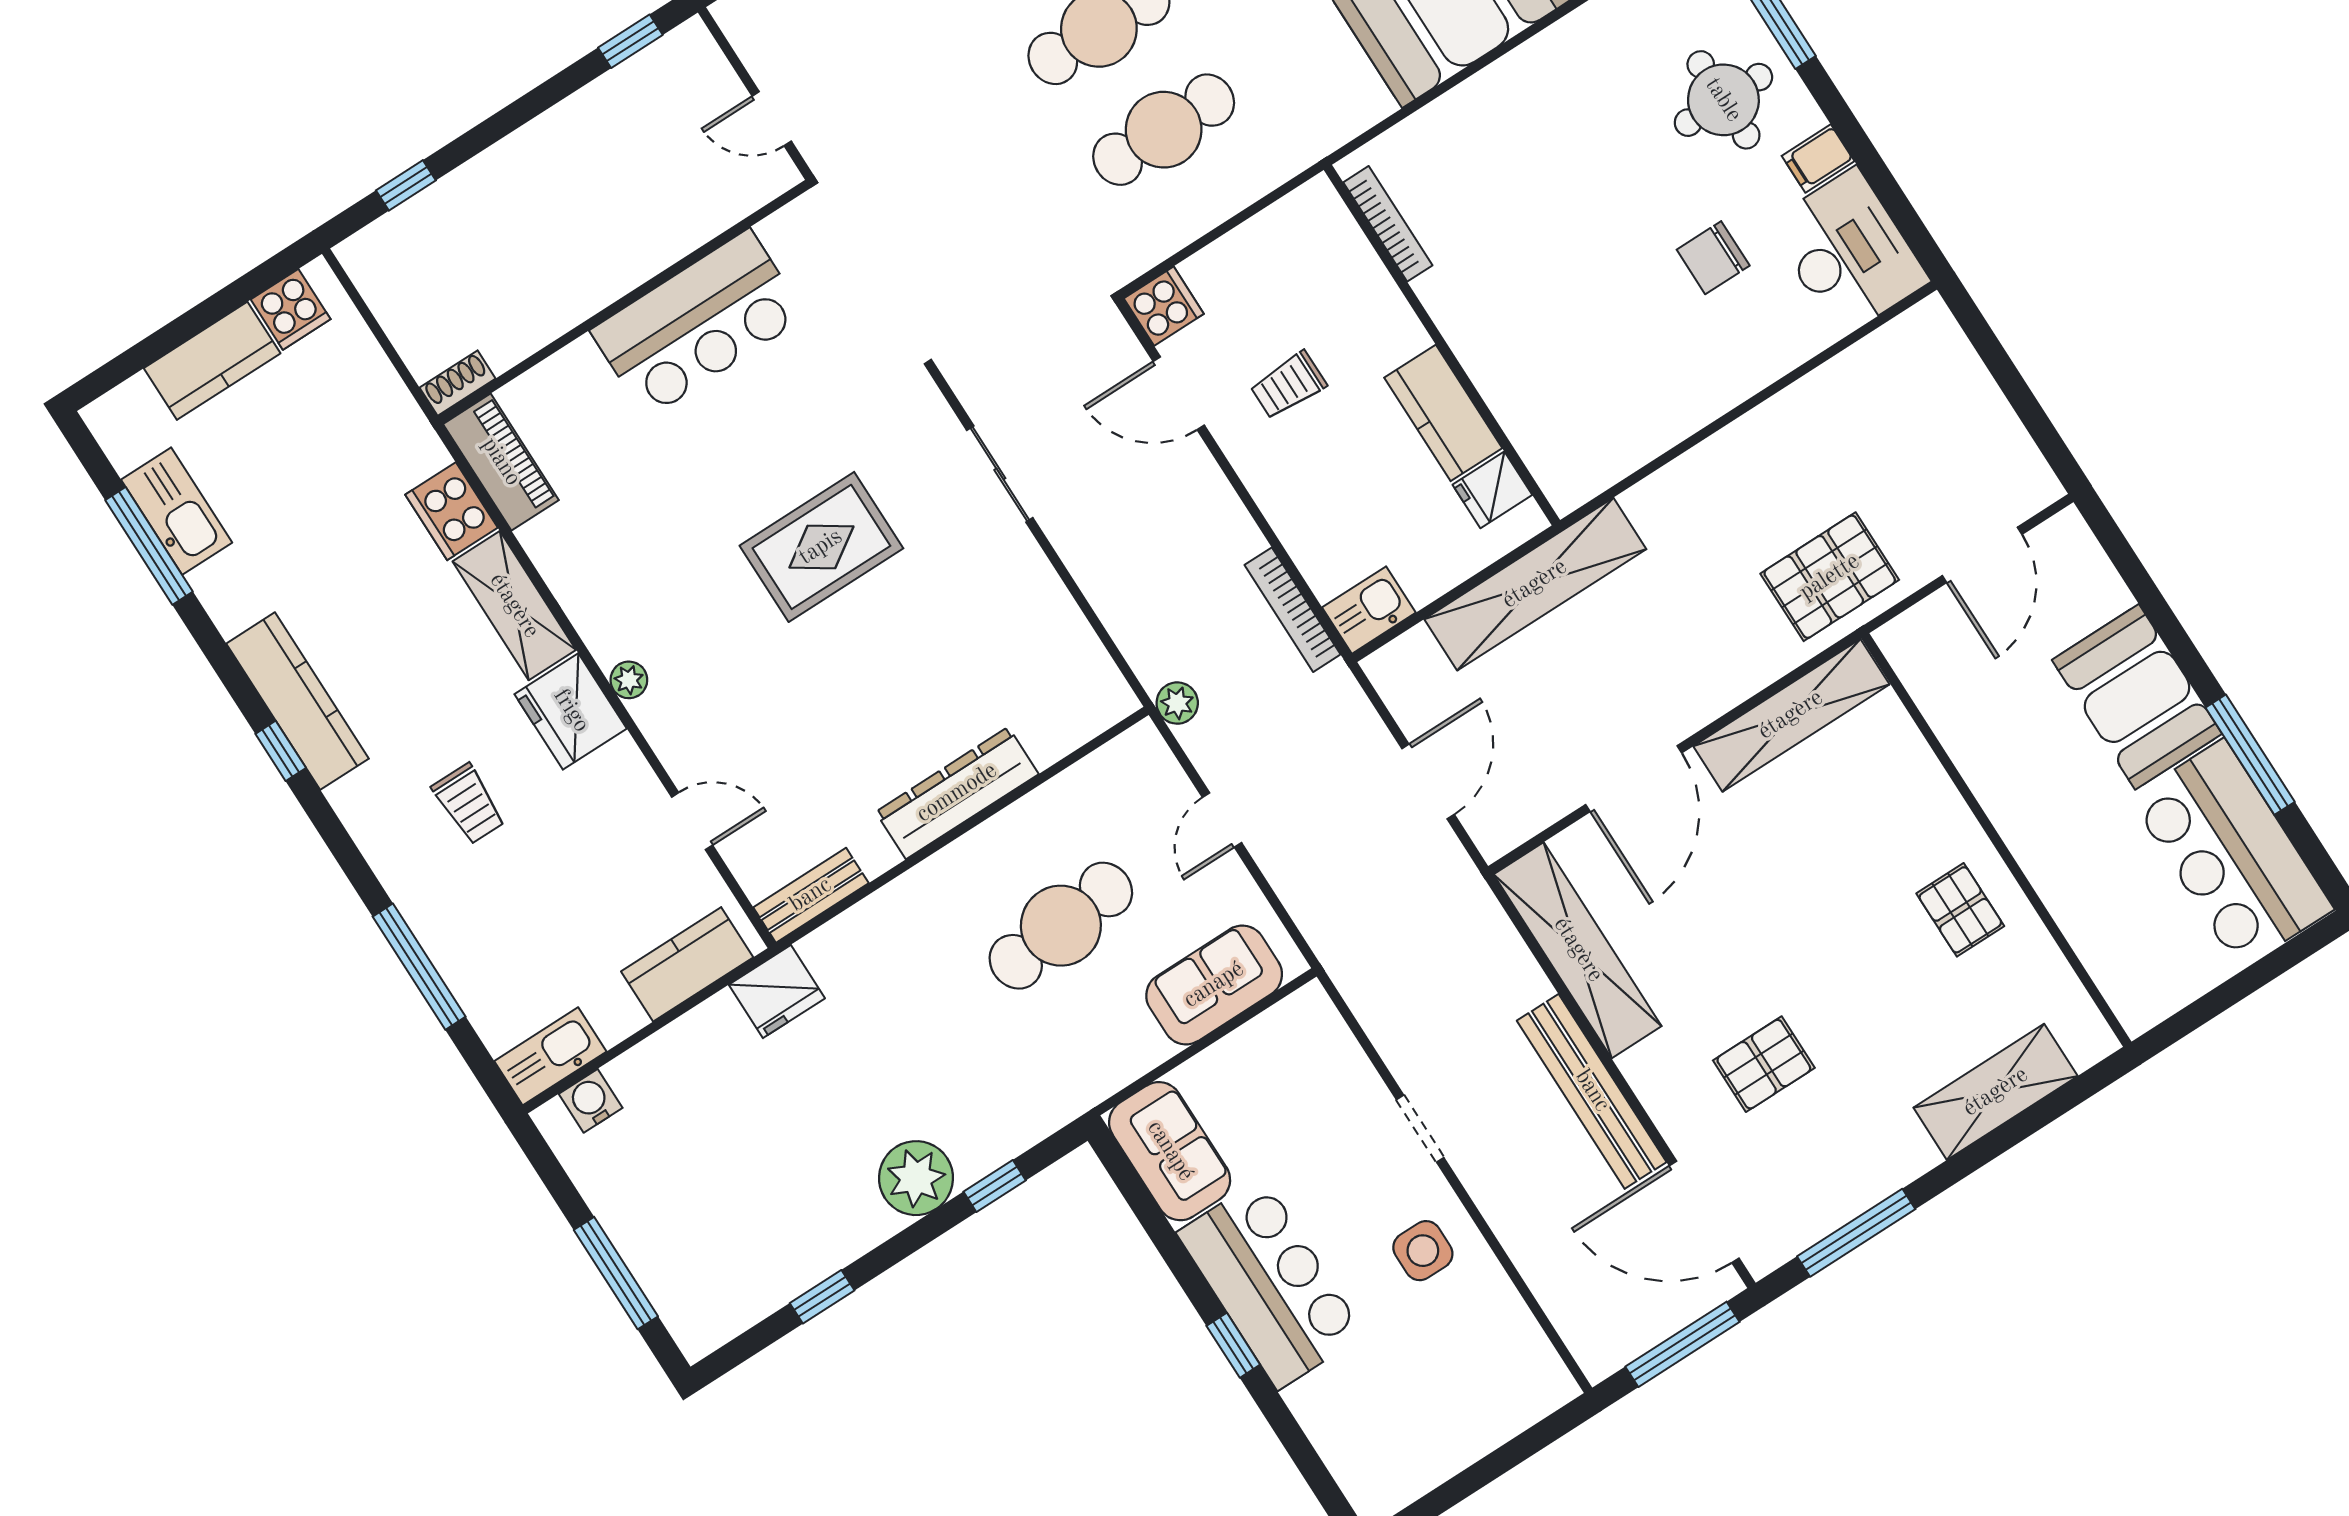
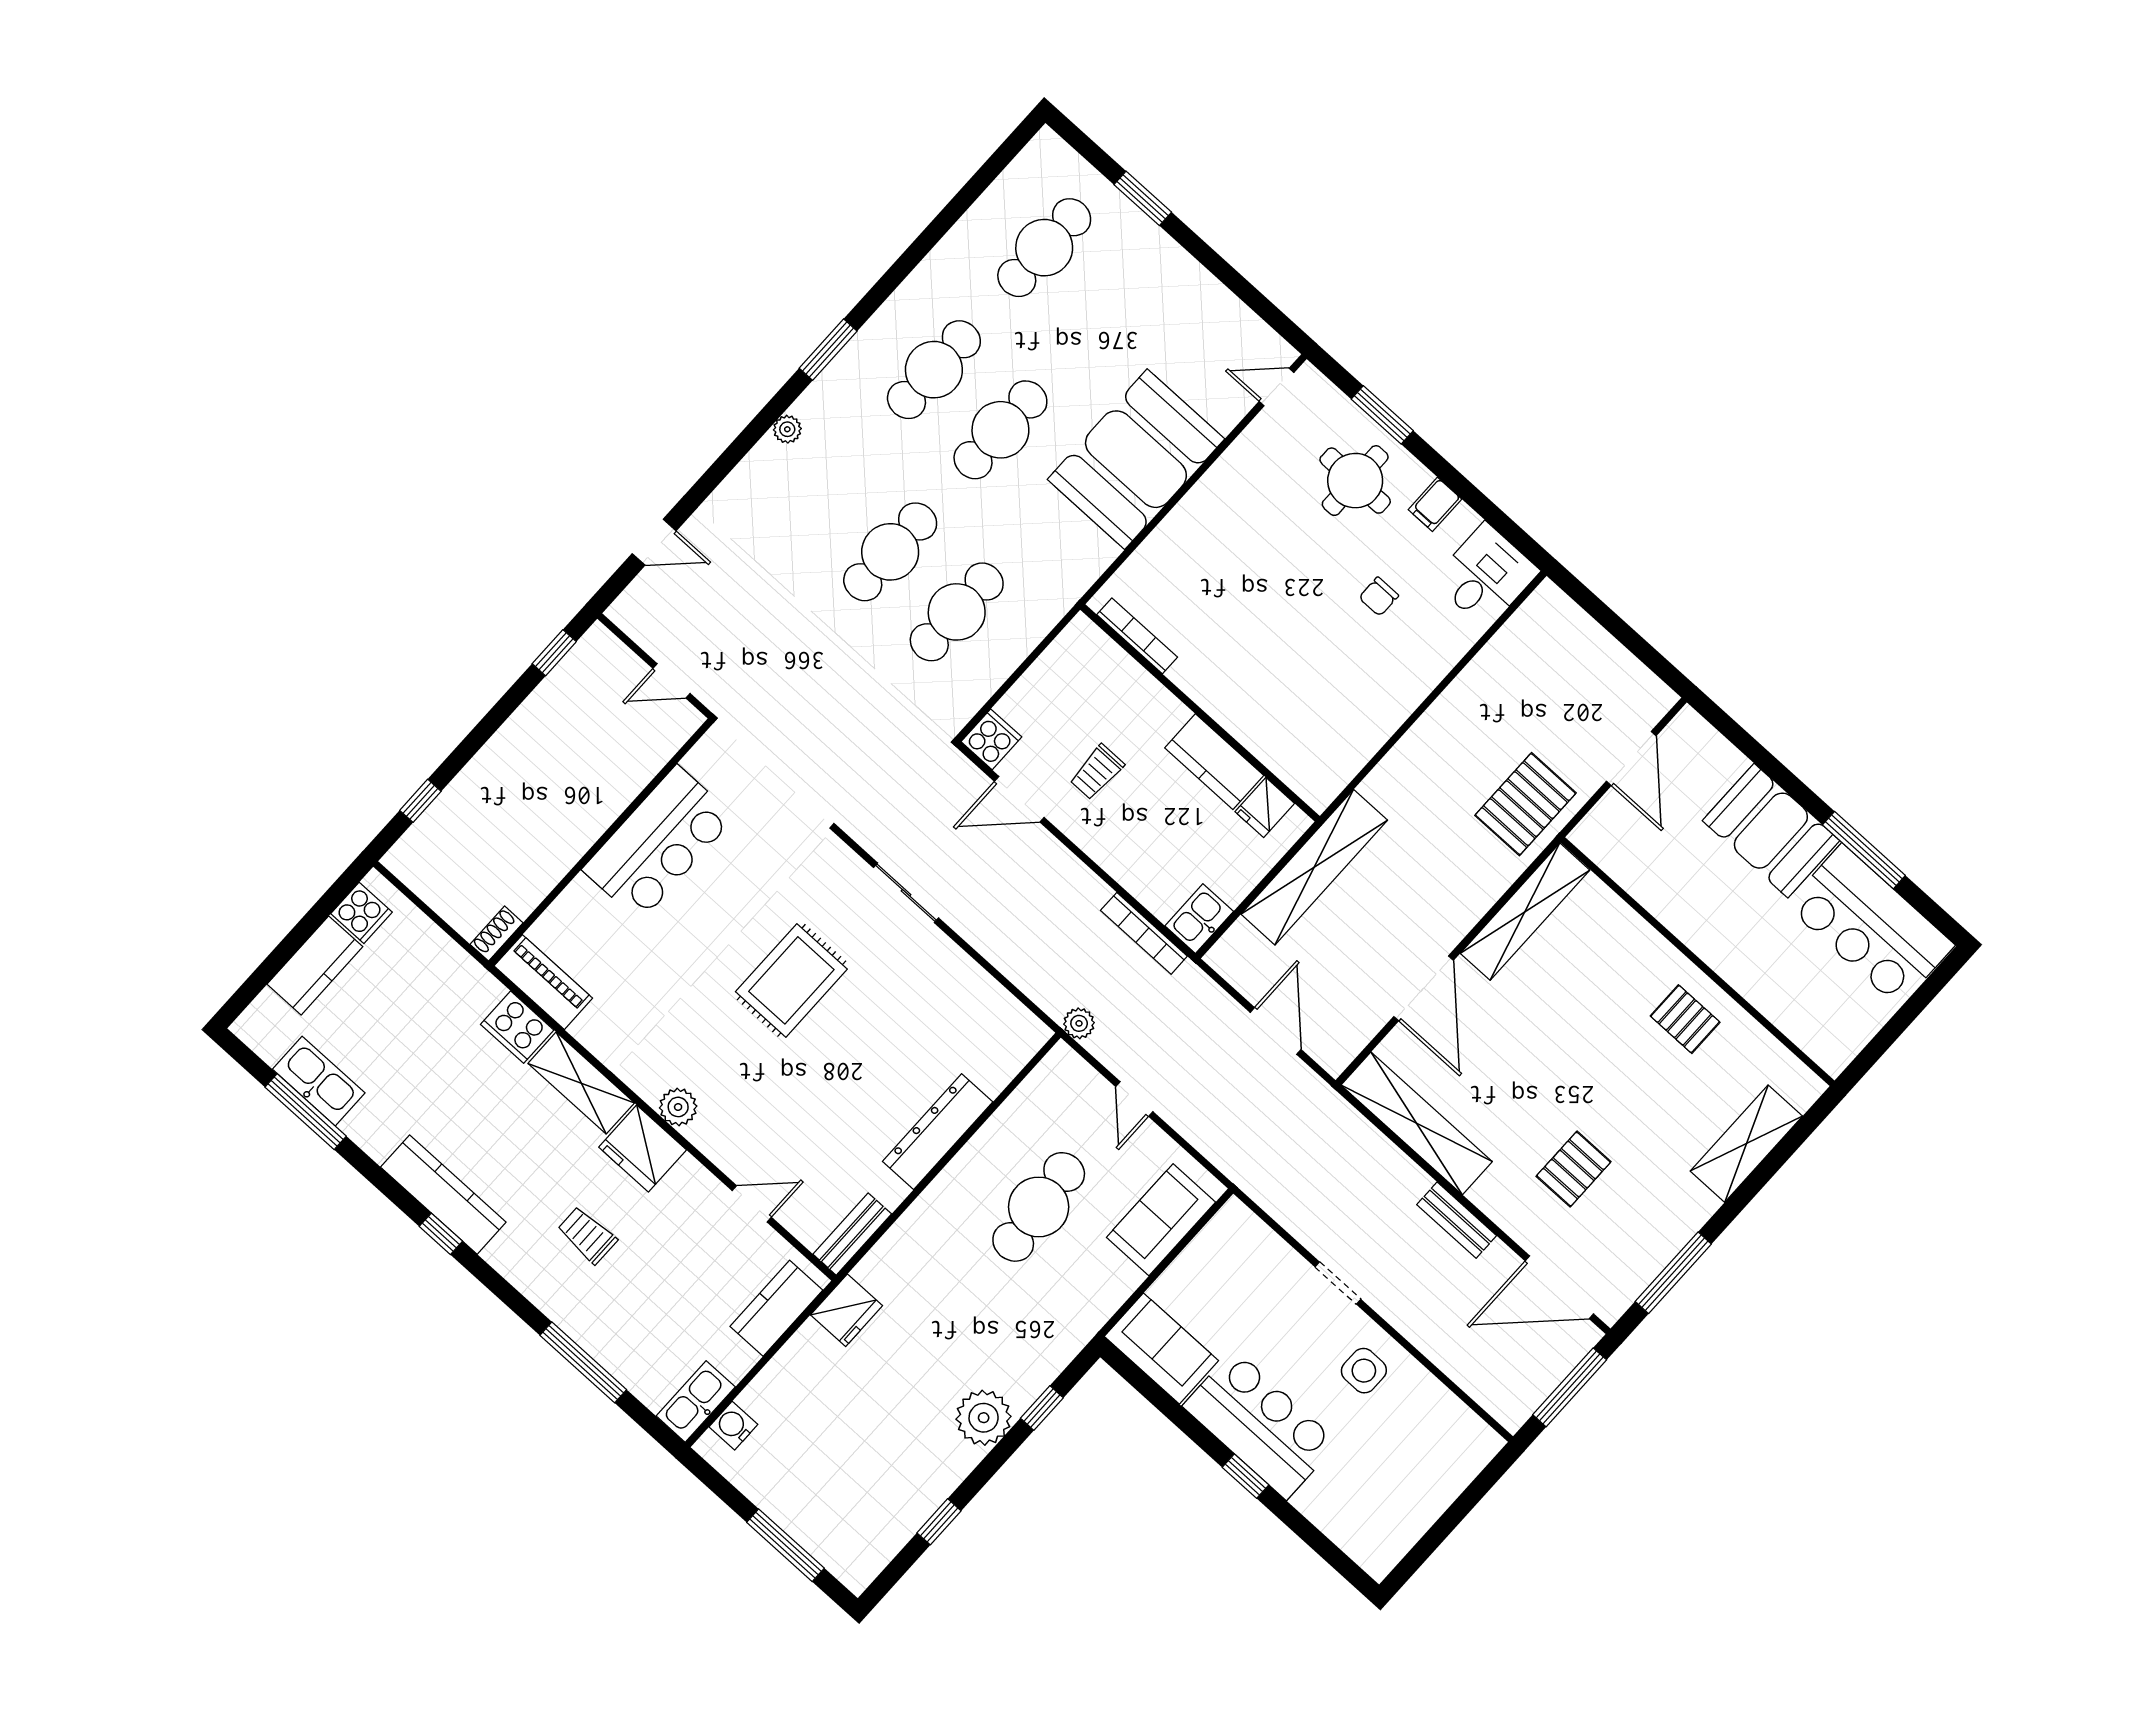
desk: (1848, 252) -> (1486, 576), width x0.73
chair: (1713, 258) -> (1379, 597), width x0.73, depth x0.73
plant: (629, 680) -> (678, 1107), width x1.38, depth x1.38
trolley: (469, 804) -> (587, 1235), turned 180
bench: (1592, 1091) -> (1457, 1220), width x0.54, depth x0.82

